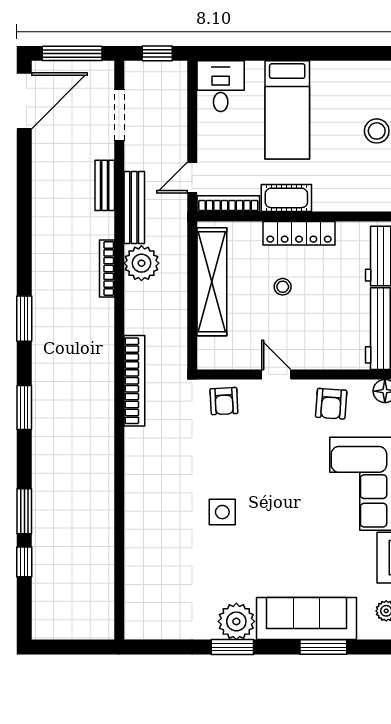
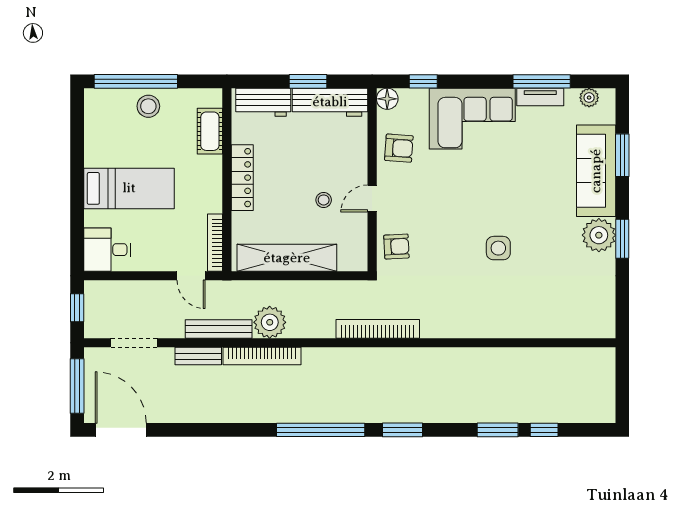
cot: (286, 198) -> (210, 131), moved
bookcase: (107, 269) -> (262, 356), width x1.48, depth x1.31
stool: (283, 287) -> (324, 200), moved
window: (24, 319) -> (321, 430), width x2.11

